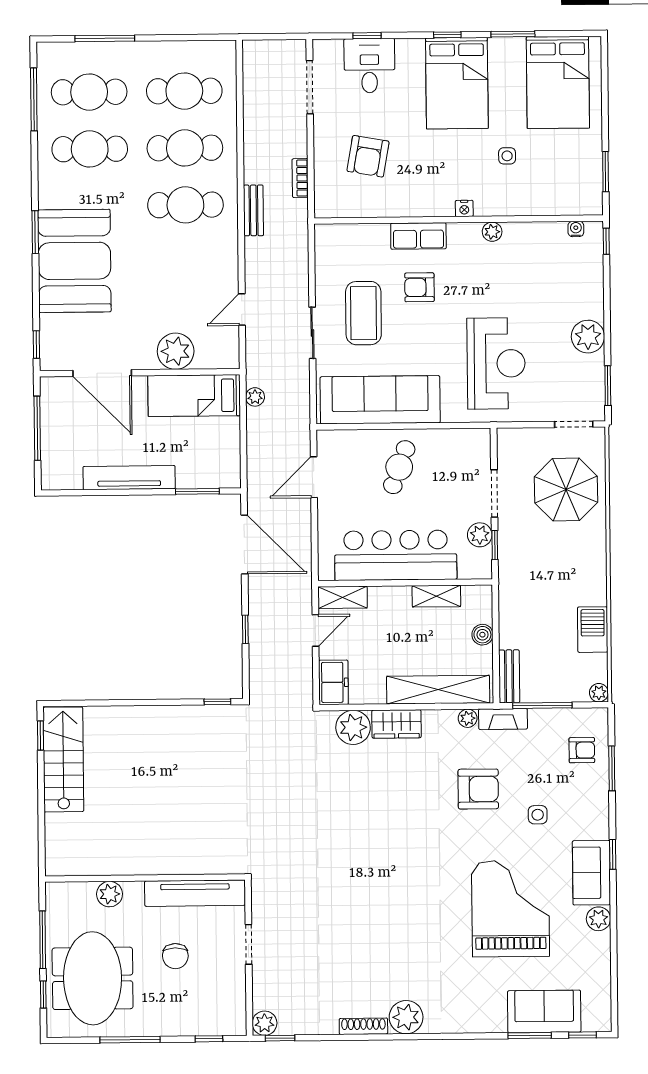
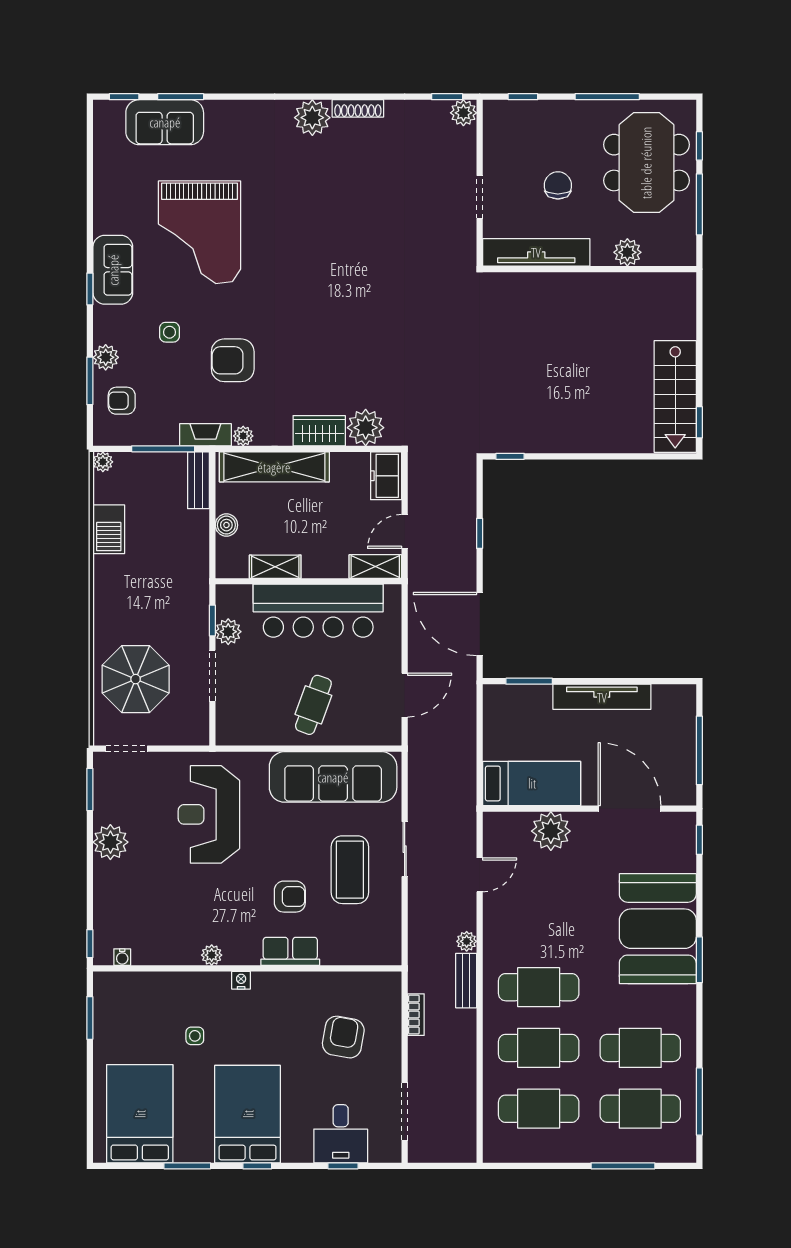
plant: (255, 397) -> (467, 941), moved
plant: (599, 919) -> (106, 357), moved

